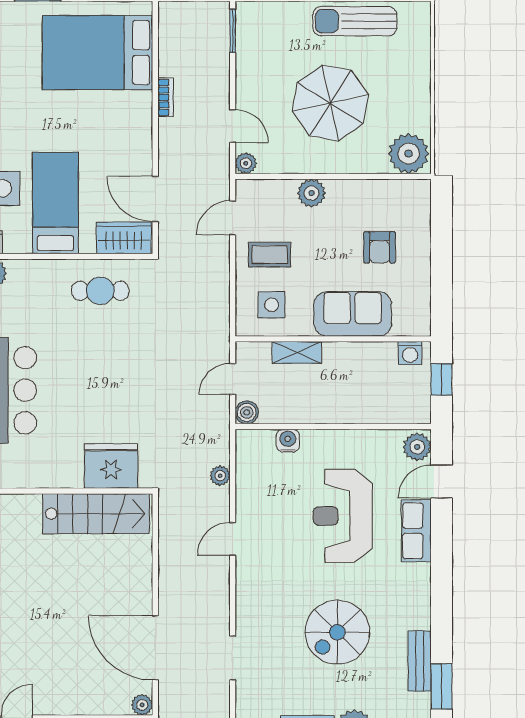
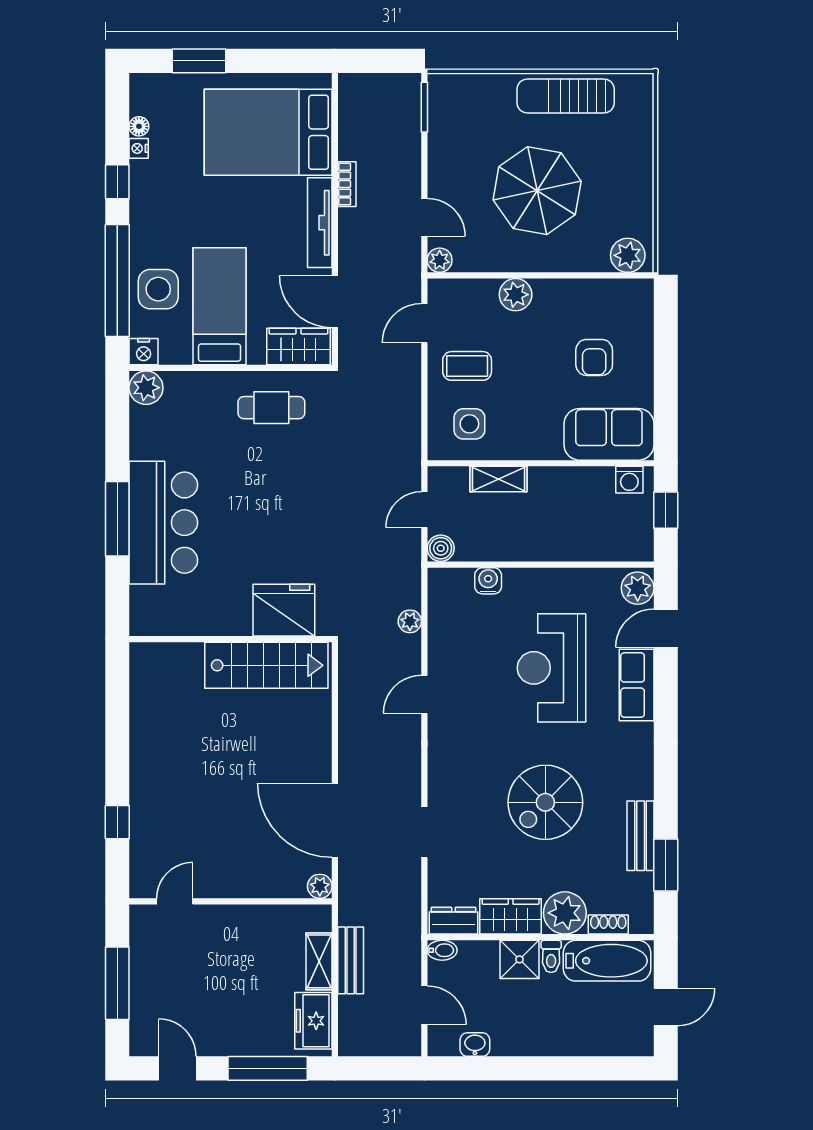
tv unit: (142, 131) -> (320, 223), added
plant: (409, 154) -> (628, 255), width x0.73, depth x0.73
sofa: (353, 314) -> (609, 434), moved

